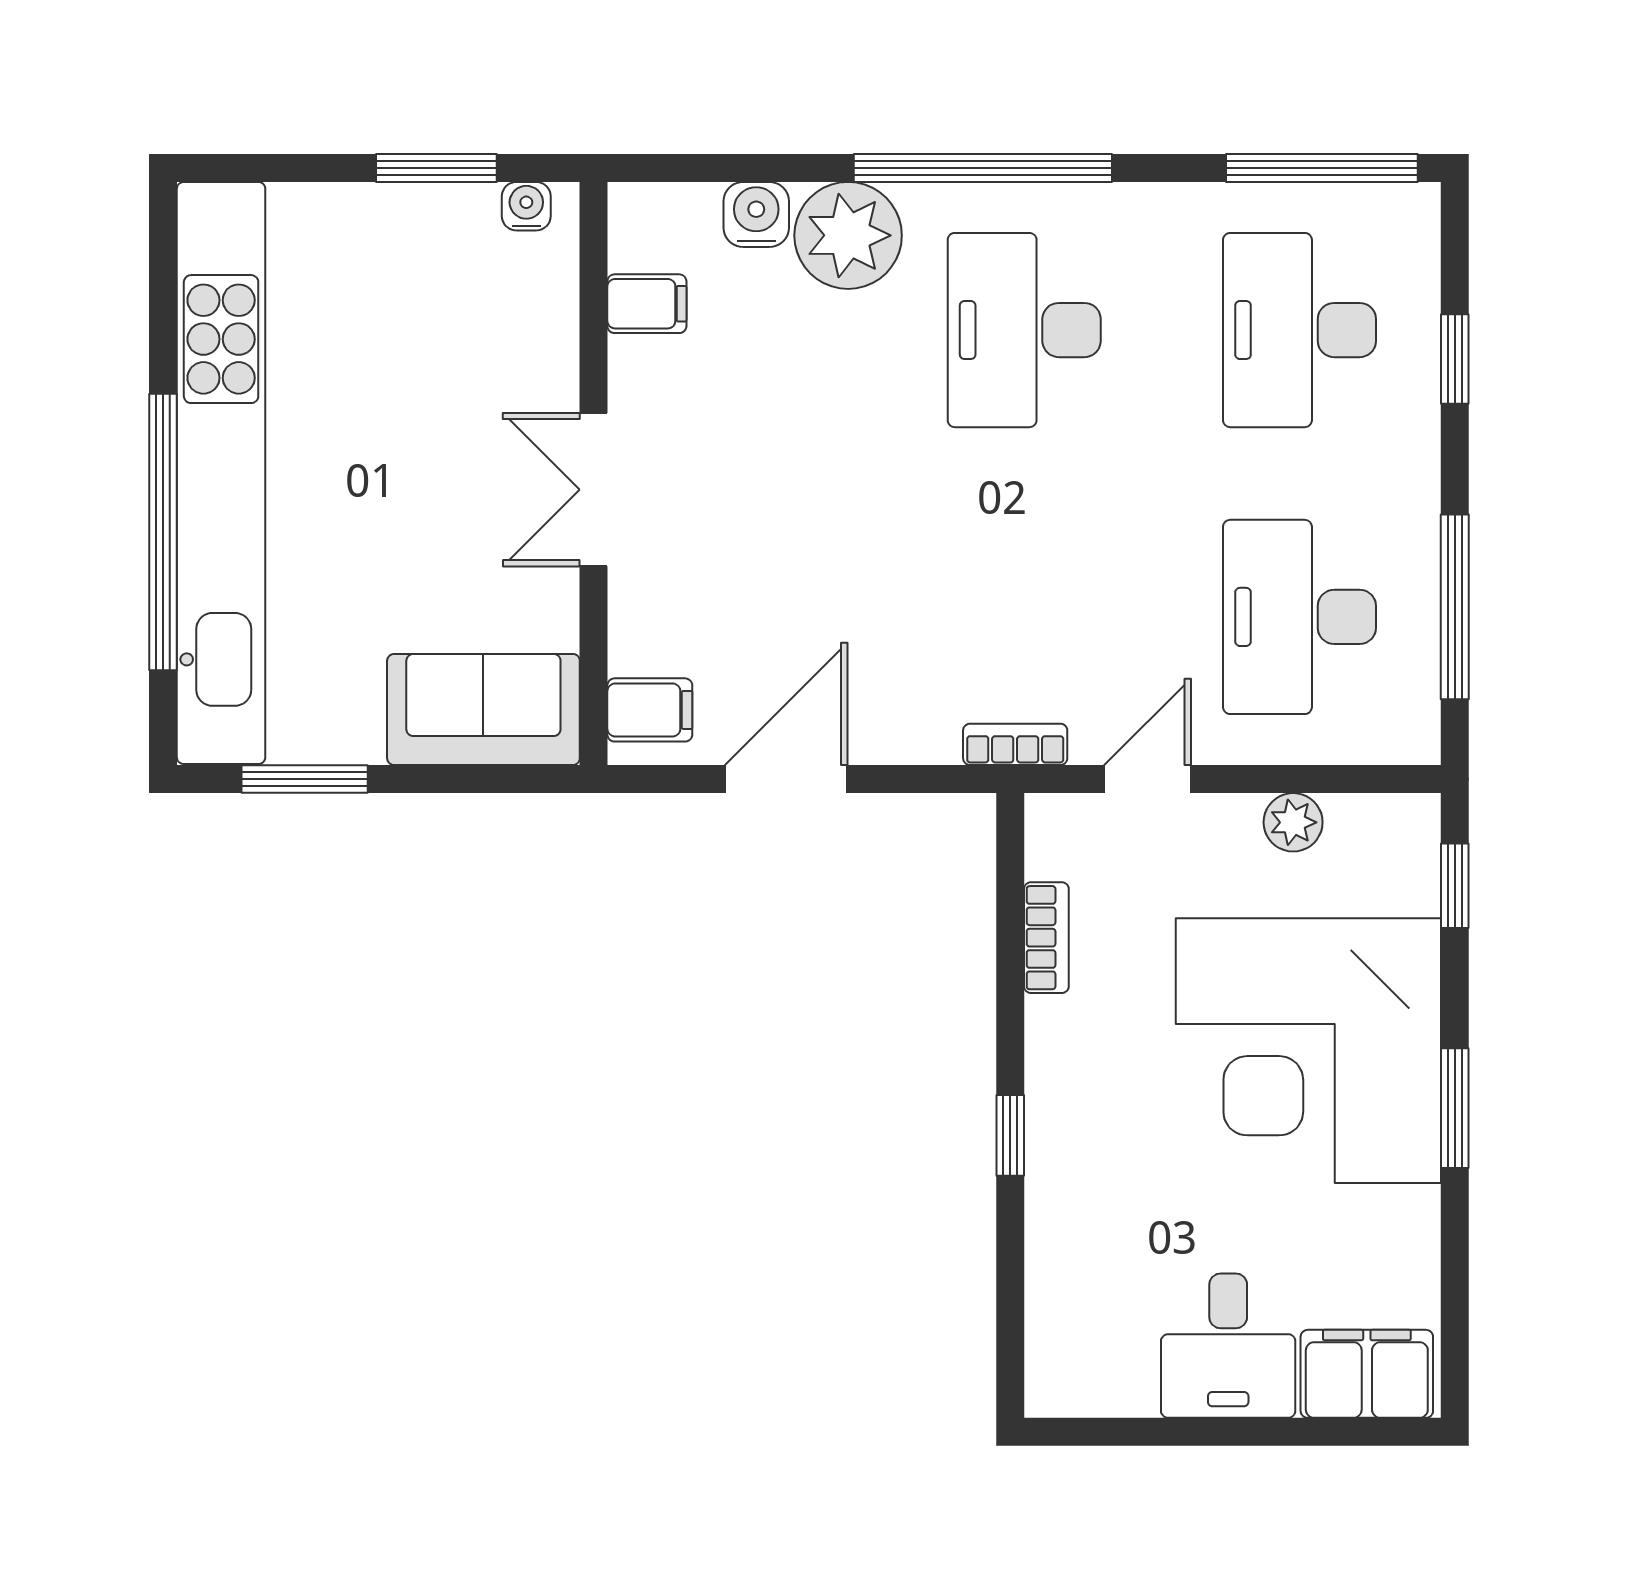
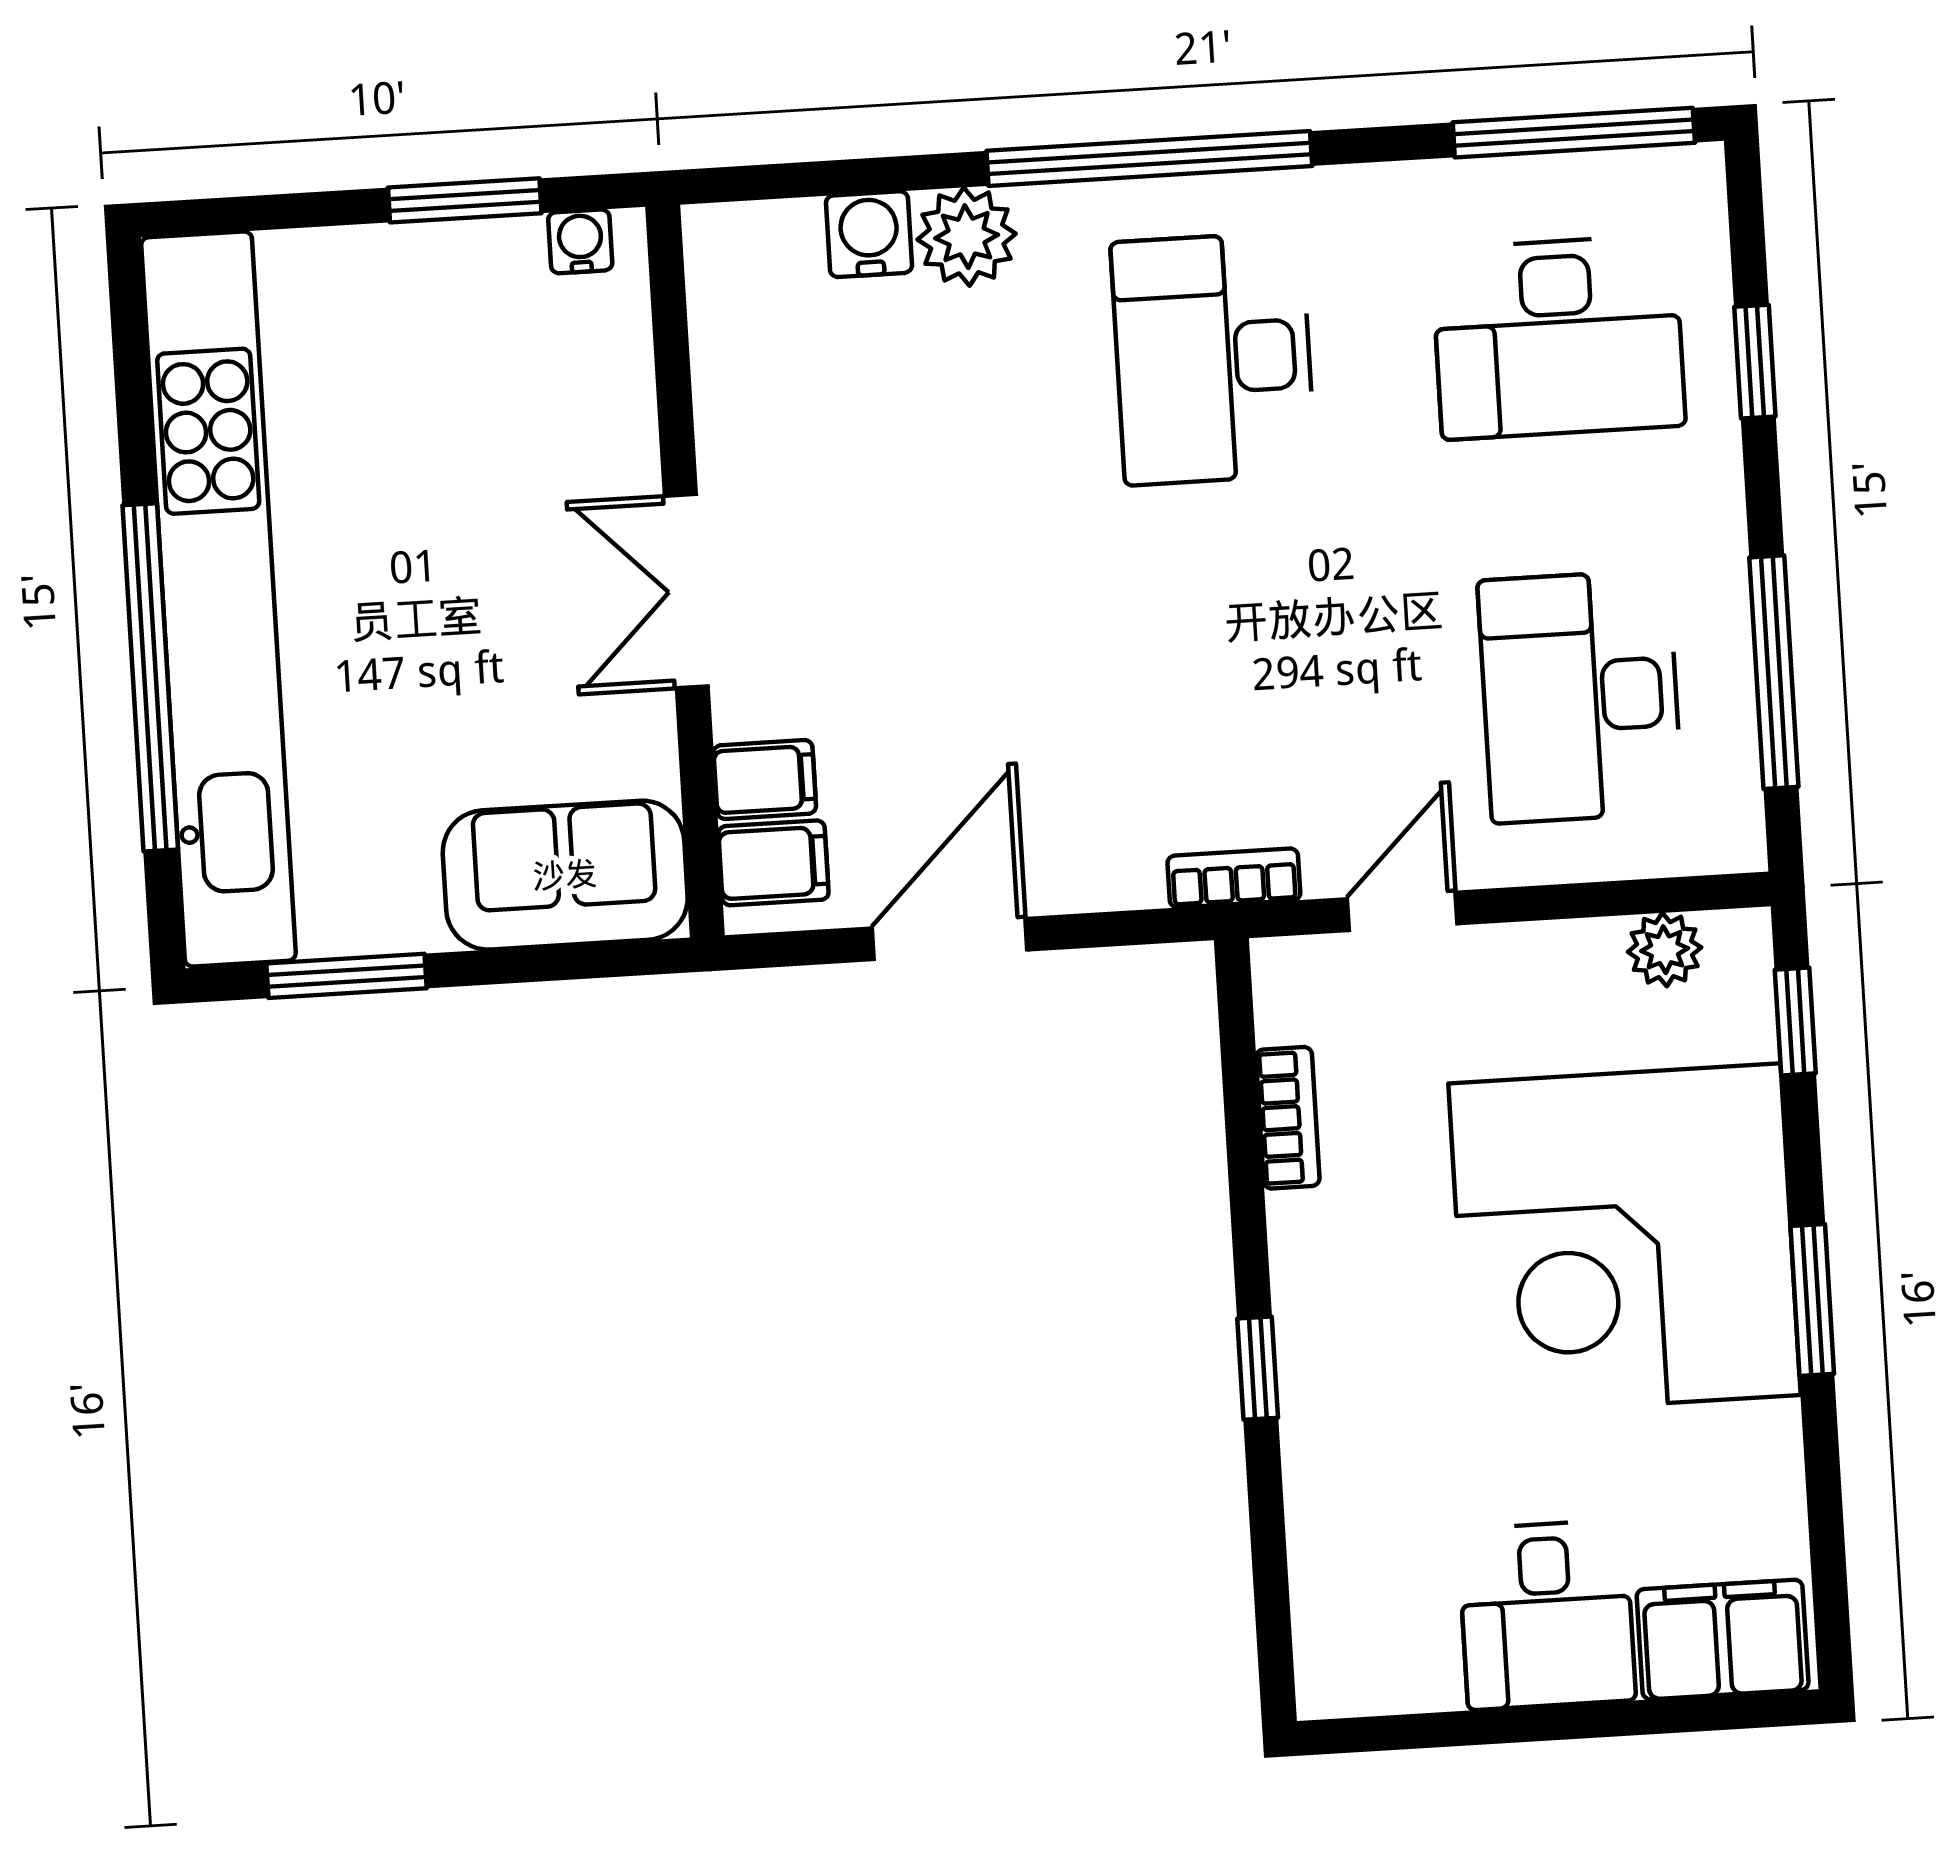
plant: (848, 235) -> (967, 237), width x0.73, depth x0.73
filing cabinet: (647, 304) -> (765, 779), moved
desk: (1300, 330) -> (1558, 337), turned -90
plant: (1293, 822) -> (1665, 950), moved

